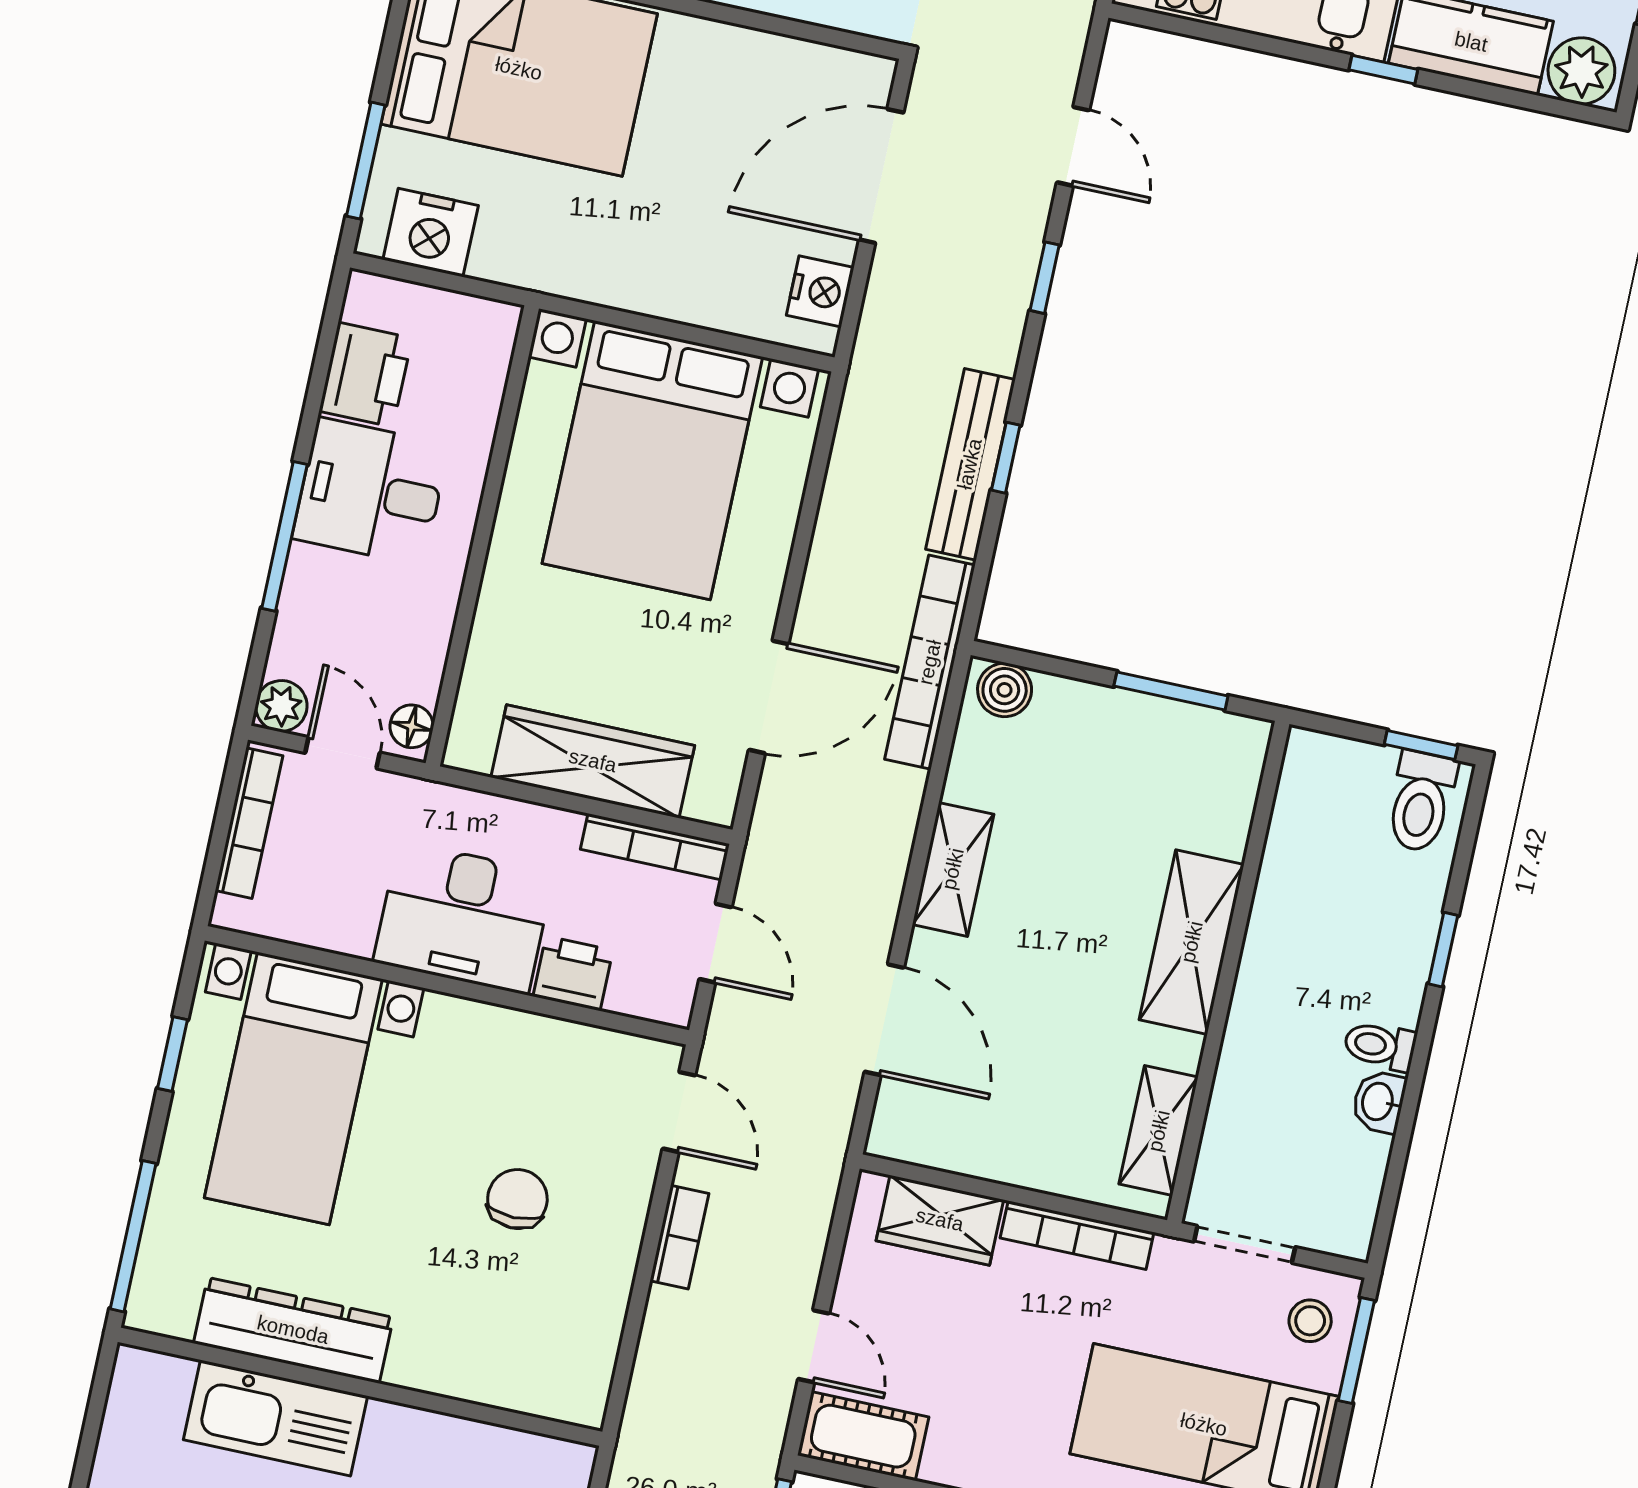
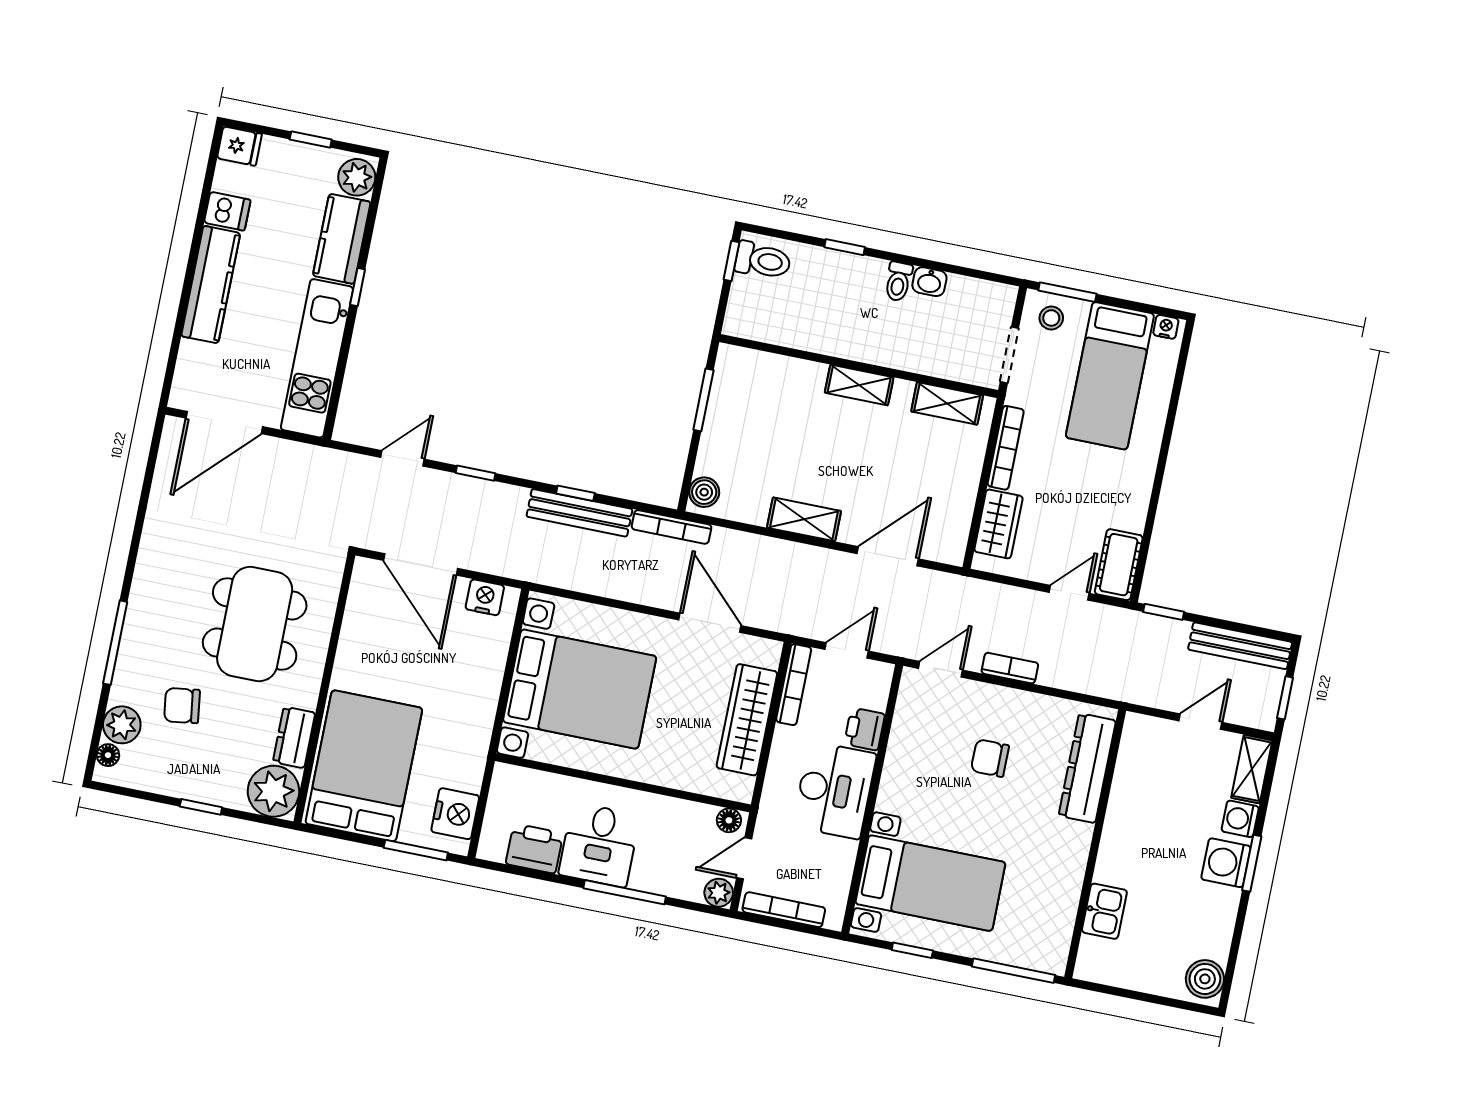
bookcase: (930, 662) -> (672, 527), width x0.68, depth x0.76
shelving: (1192, 942) -> (859, 385), width x0.67, depth x0.75
dresser: (293, 1330) -> (1087, 768), moved
kitchen sink: (276, 1418) -> (1104, 911), width x0.53, depth x0.81

